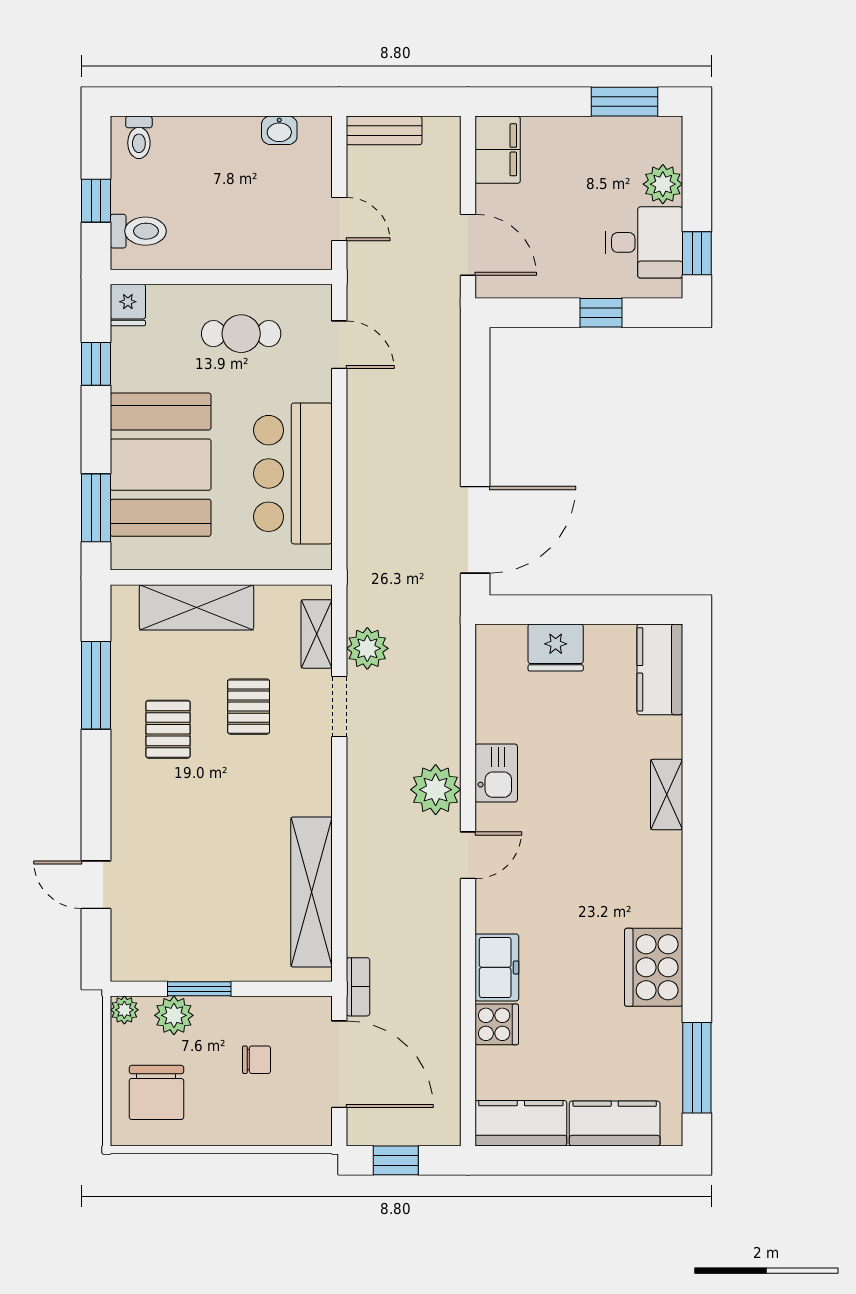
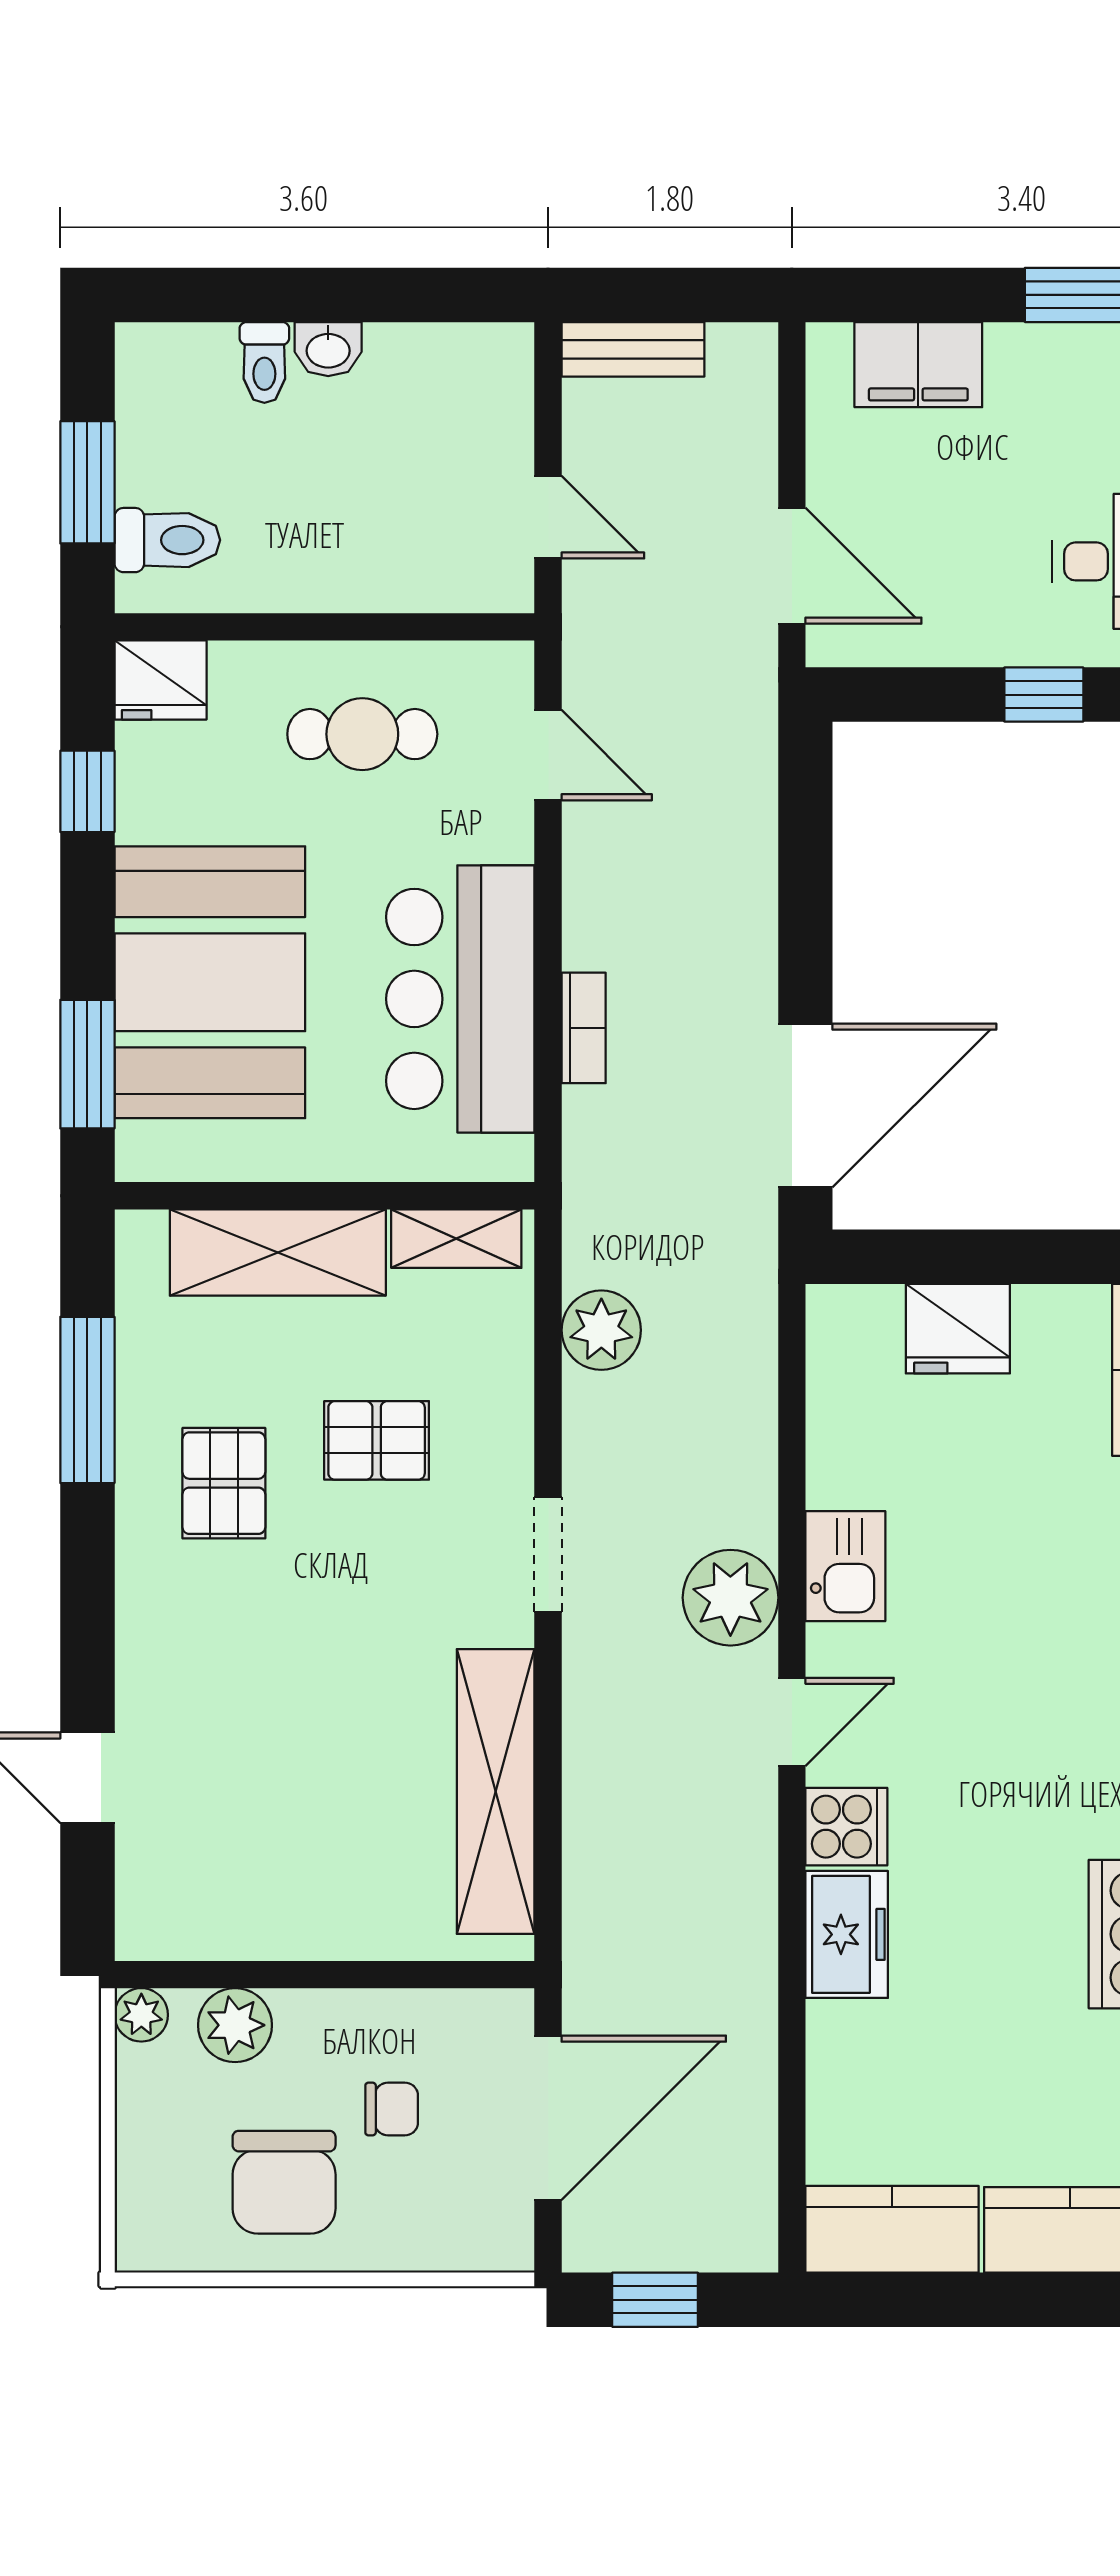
washbasin: (279, 130) -> (328, 349), moved
toilet: (139, 137) -> (264, 362), moved
filing cabinet: (498, 150) -> (918, 365), moved, turned 90
window: (96, 201) -> (87, 482), width x1.50
fridge: (128, 305) -> (161, 680), width x1.38
shelving: (317, 634) -> (456, 1239), moved, turned 90
doorway: (339, 706) -> (548, 1555), moved
pallet: (249, 707) -> (377, 1440), turned 90
bookcase: (358, 987) -> (584, 1028), moved
window: (199, 989) -> (283, 1975), removed
cooker: (497, 1024) -> (846, 1827), moved
door: (339, 1064) -> (548, 2118), hinge flipped
chair: (156, 1092) -> (284, 2182), moved

